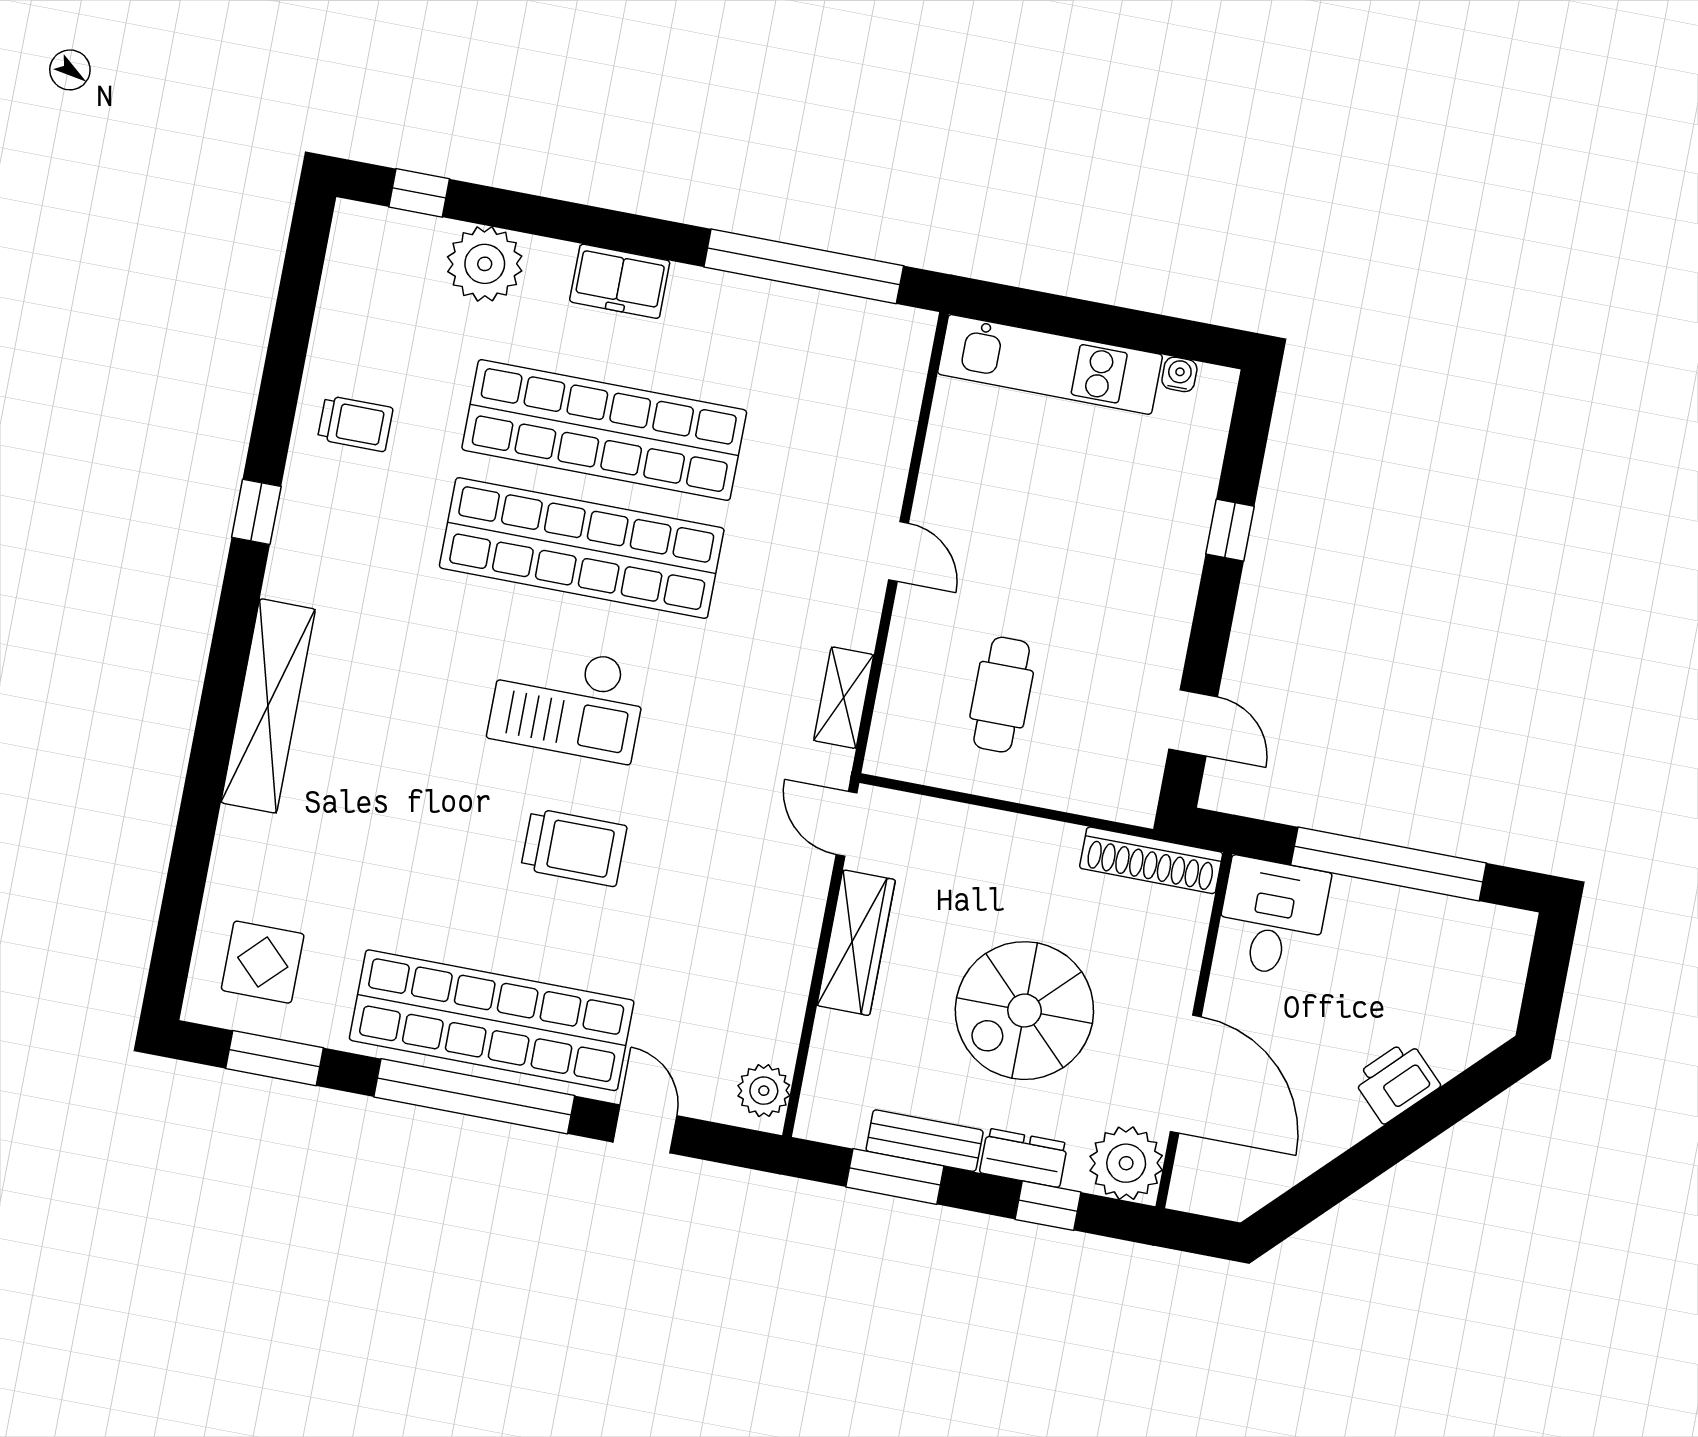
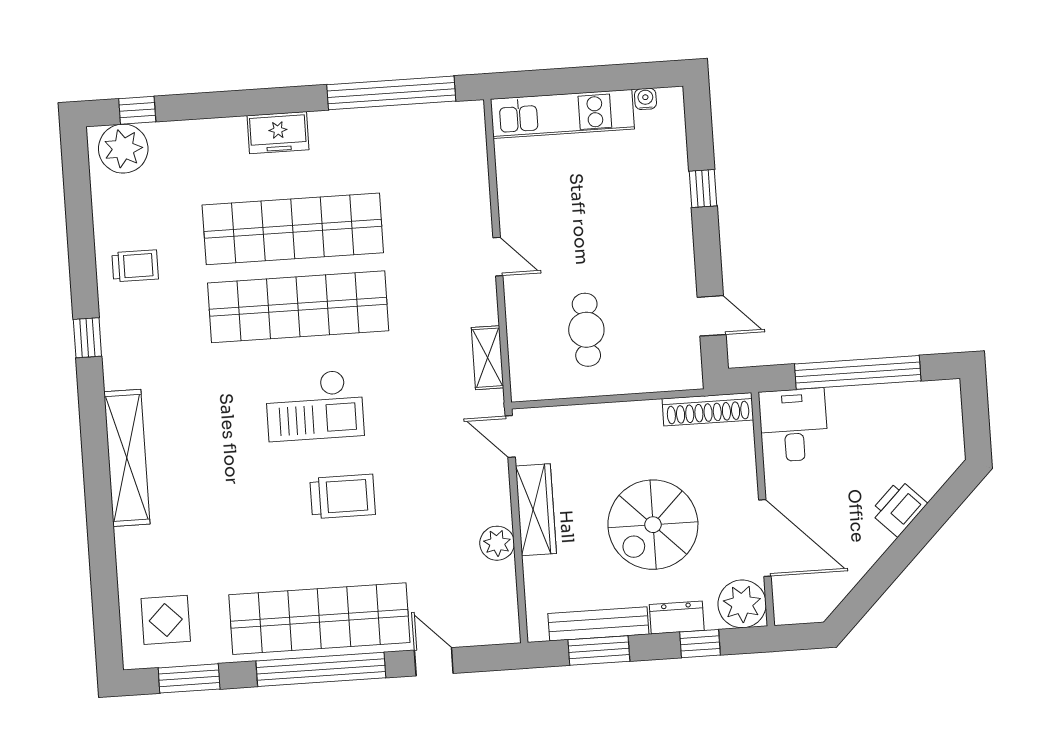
plant: (485, 264) -> (123, 149), moved
plant: (764, 1091) -> (497, 543), moved
bench: (925, 1141) -> (598, 624), width x1.36

